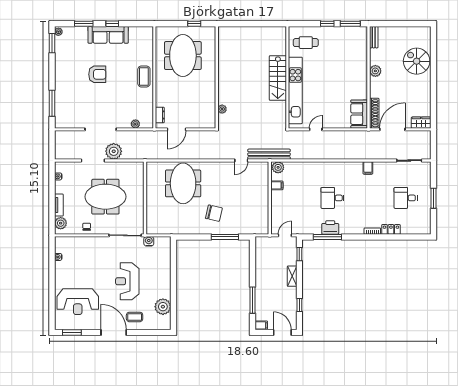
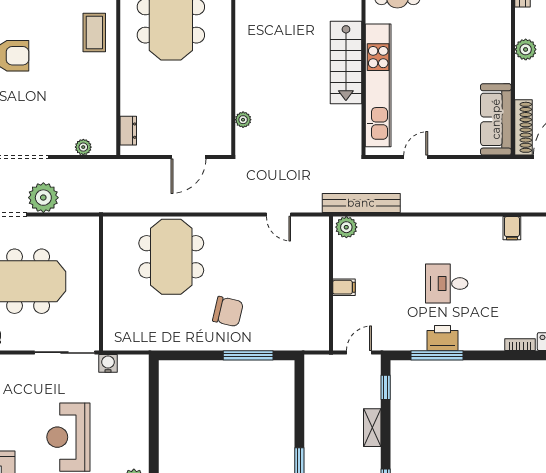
coffee table: (144, 76) -> (94, 33), moved
sofa: (359, 114) -> (496, 119), width x1.36
door: (177, 129) -> (189, 157), moved
bench: (269, 154) -> (361, 203), moved
door: (241, 160) -> (278, 215), hinge flipped
filing cabinet: (277, 185) -> (344, 287), moved

